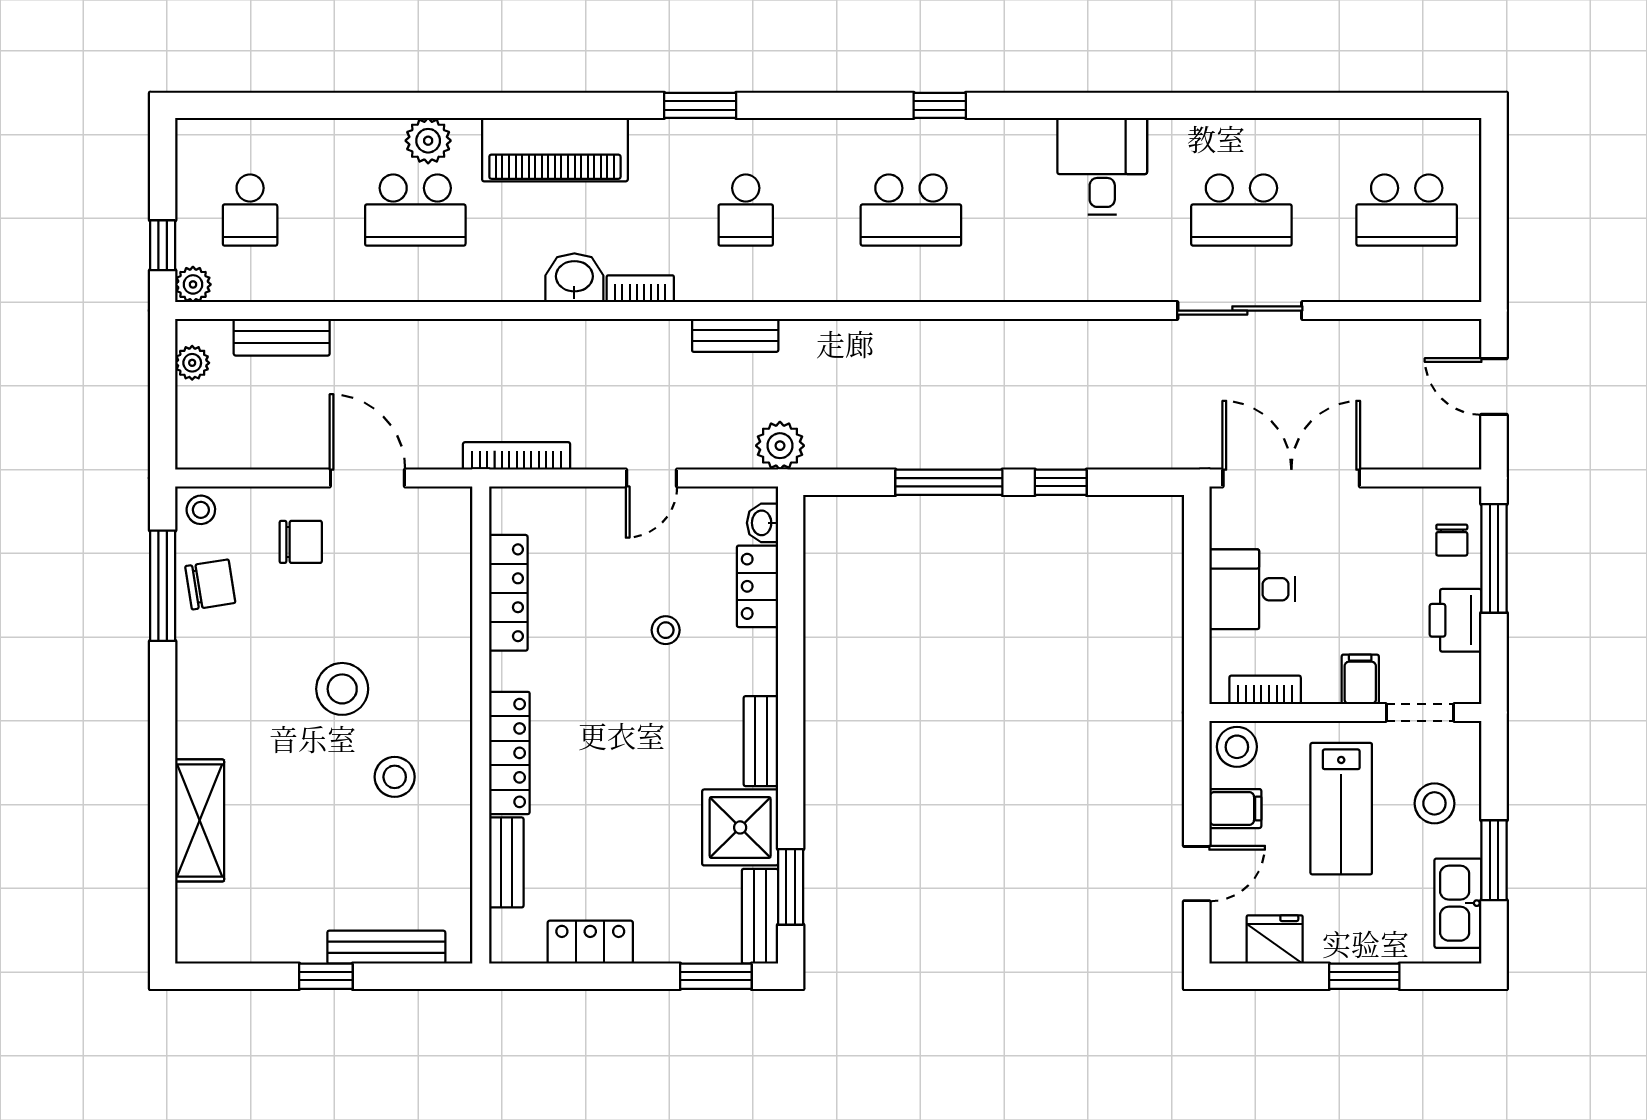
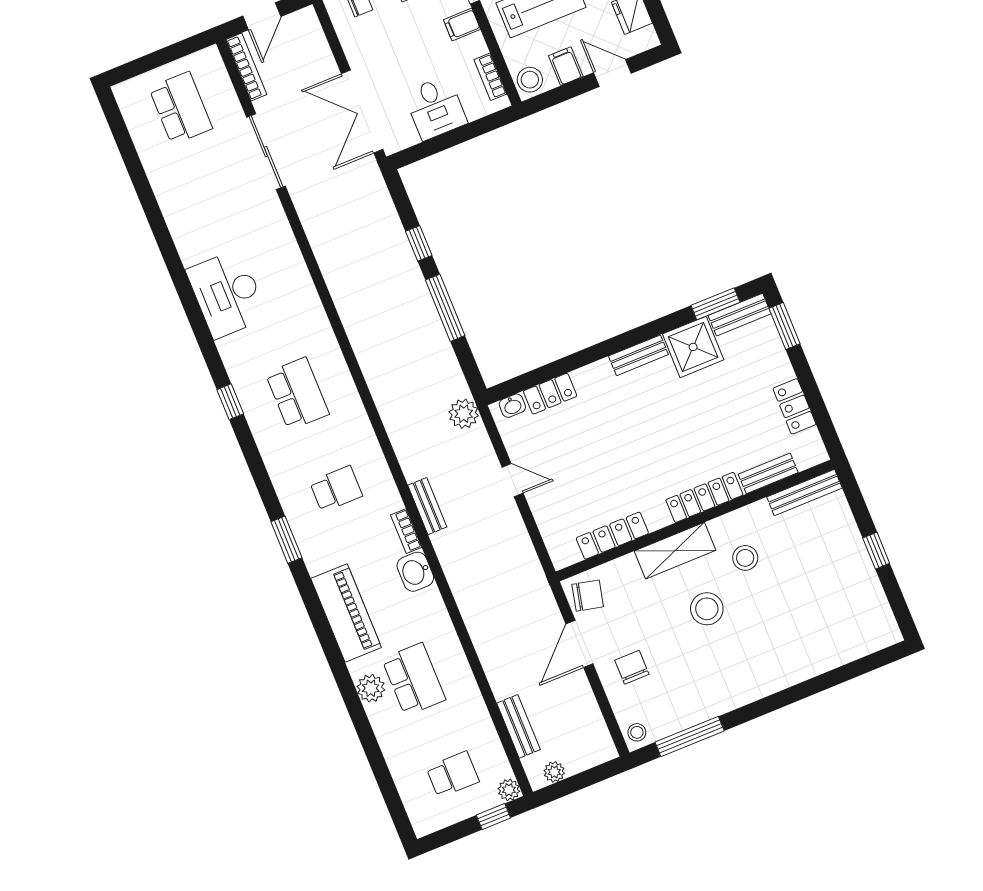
desk: (1102, 166) -> (227, 294), width x1.37
school desk: (1241, 210) -> (220, 203), removed
sliding door: (1240, 311) -> (266, 152), moved
bench: (735, 335) -> (427, 506), moved
bookcase: (517, 456) -> (246, 67), moved, turned 180
chair: (210, 584) -> (588, 596), moved, turned 112
stool: (666, 630) -> (597, 436), removed
shelving: (200, 820) -> (675, 551), moved
bench: (386, 947) -> (804, 492), moved, turned 90

